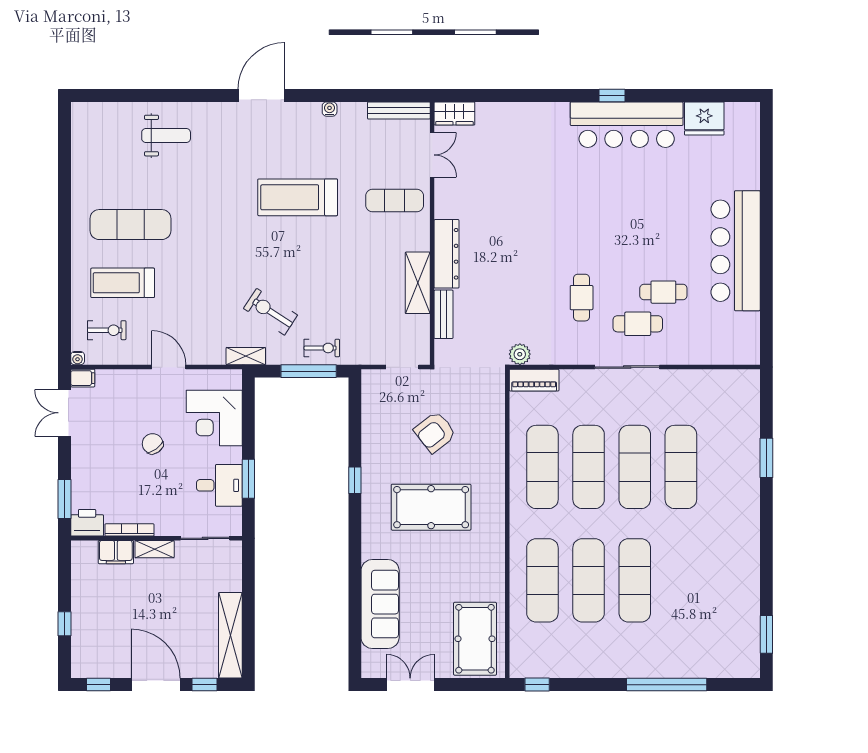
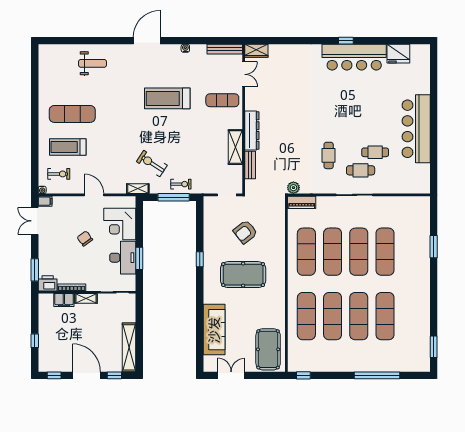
desk: (219, 485) -> (123, 258), width x1.37
exercise mat: (681, 580) -> (385, 316), added

